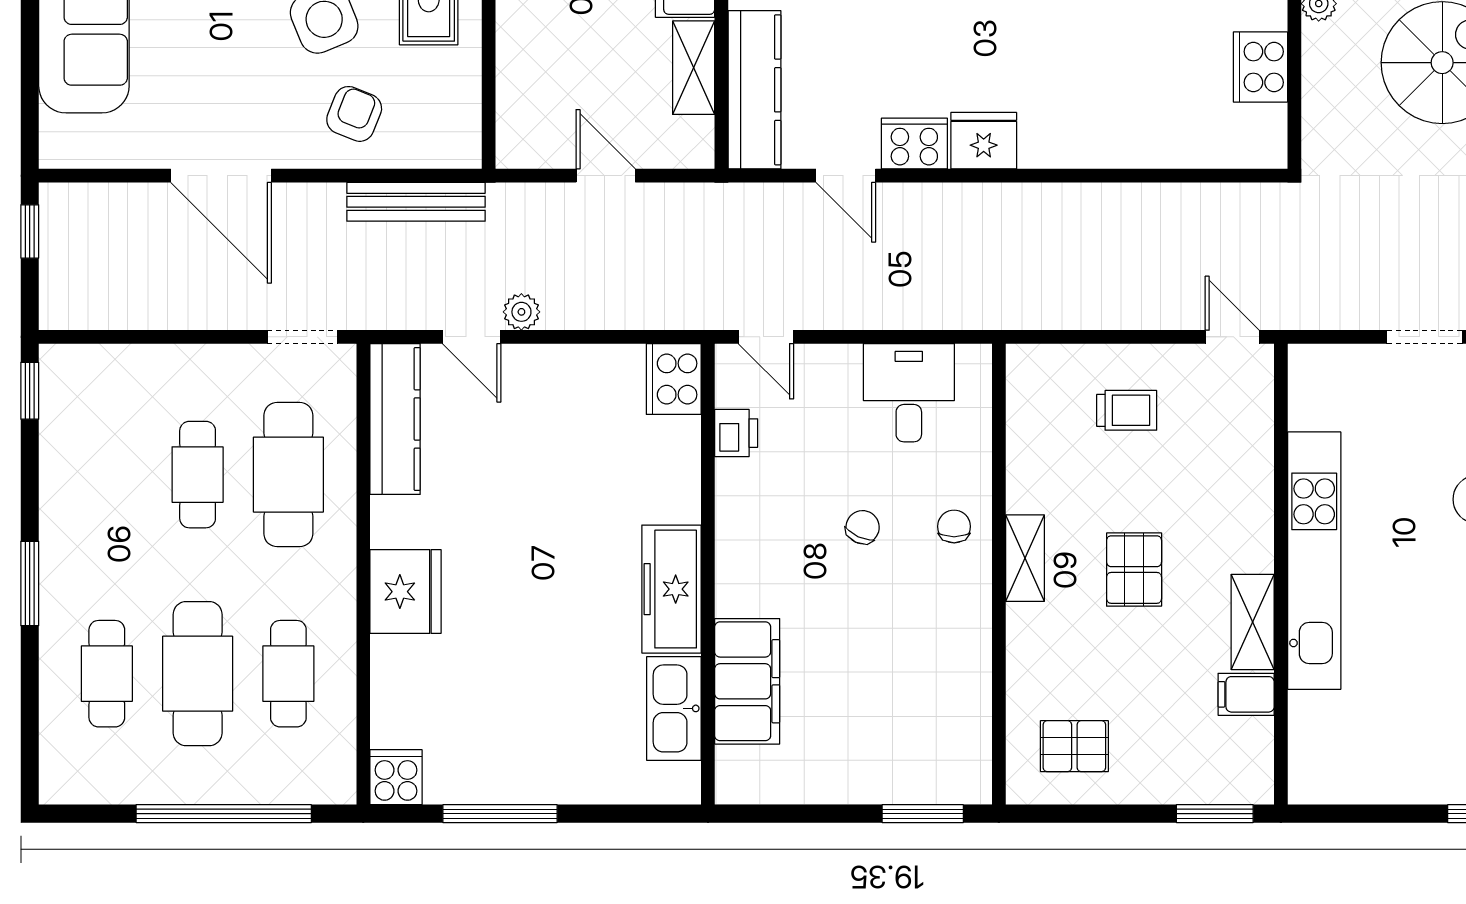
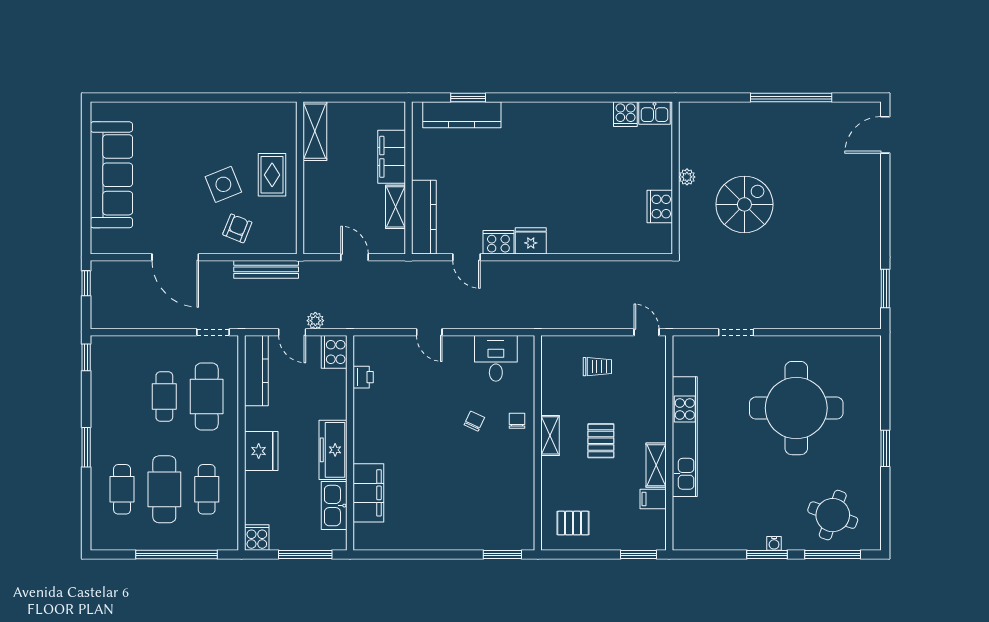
cooker: (674, 379) -> (334, 352), moved
printer: (736, 433) -> (363, 377), moved
wall: (708, 574) -> (350, 443), moved
freezer: (671, 589) -> (333, 450), moved
filing cabinet: (747, 681) -> (368, 493), moved
kitchen sink: (674, 708) -> (334, 506), moved

